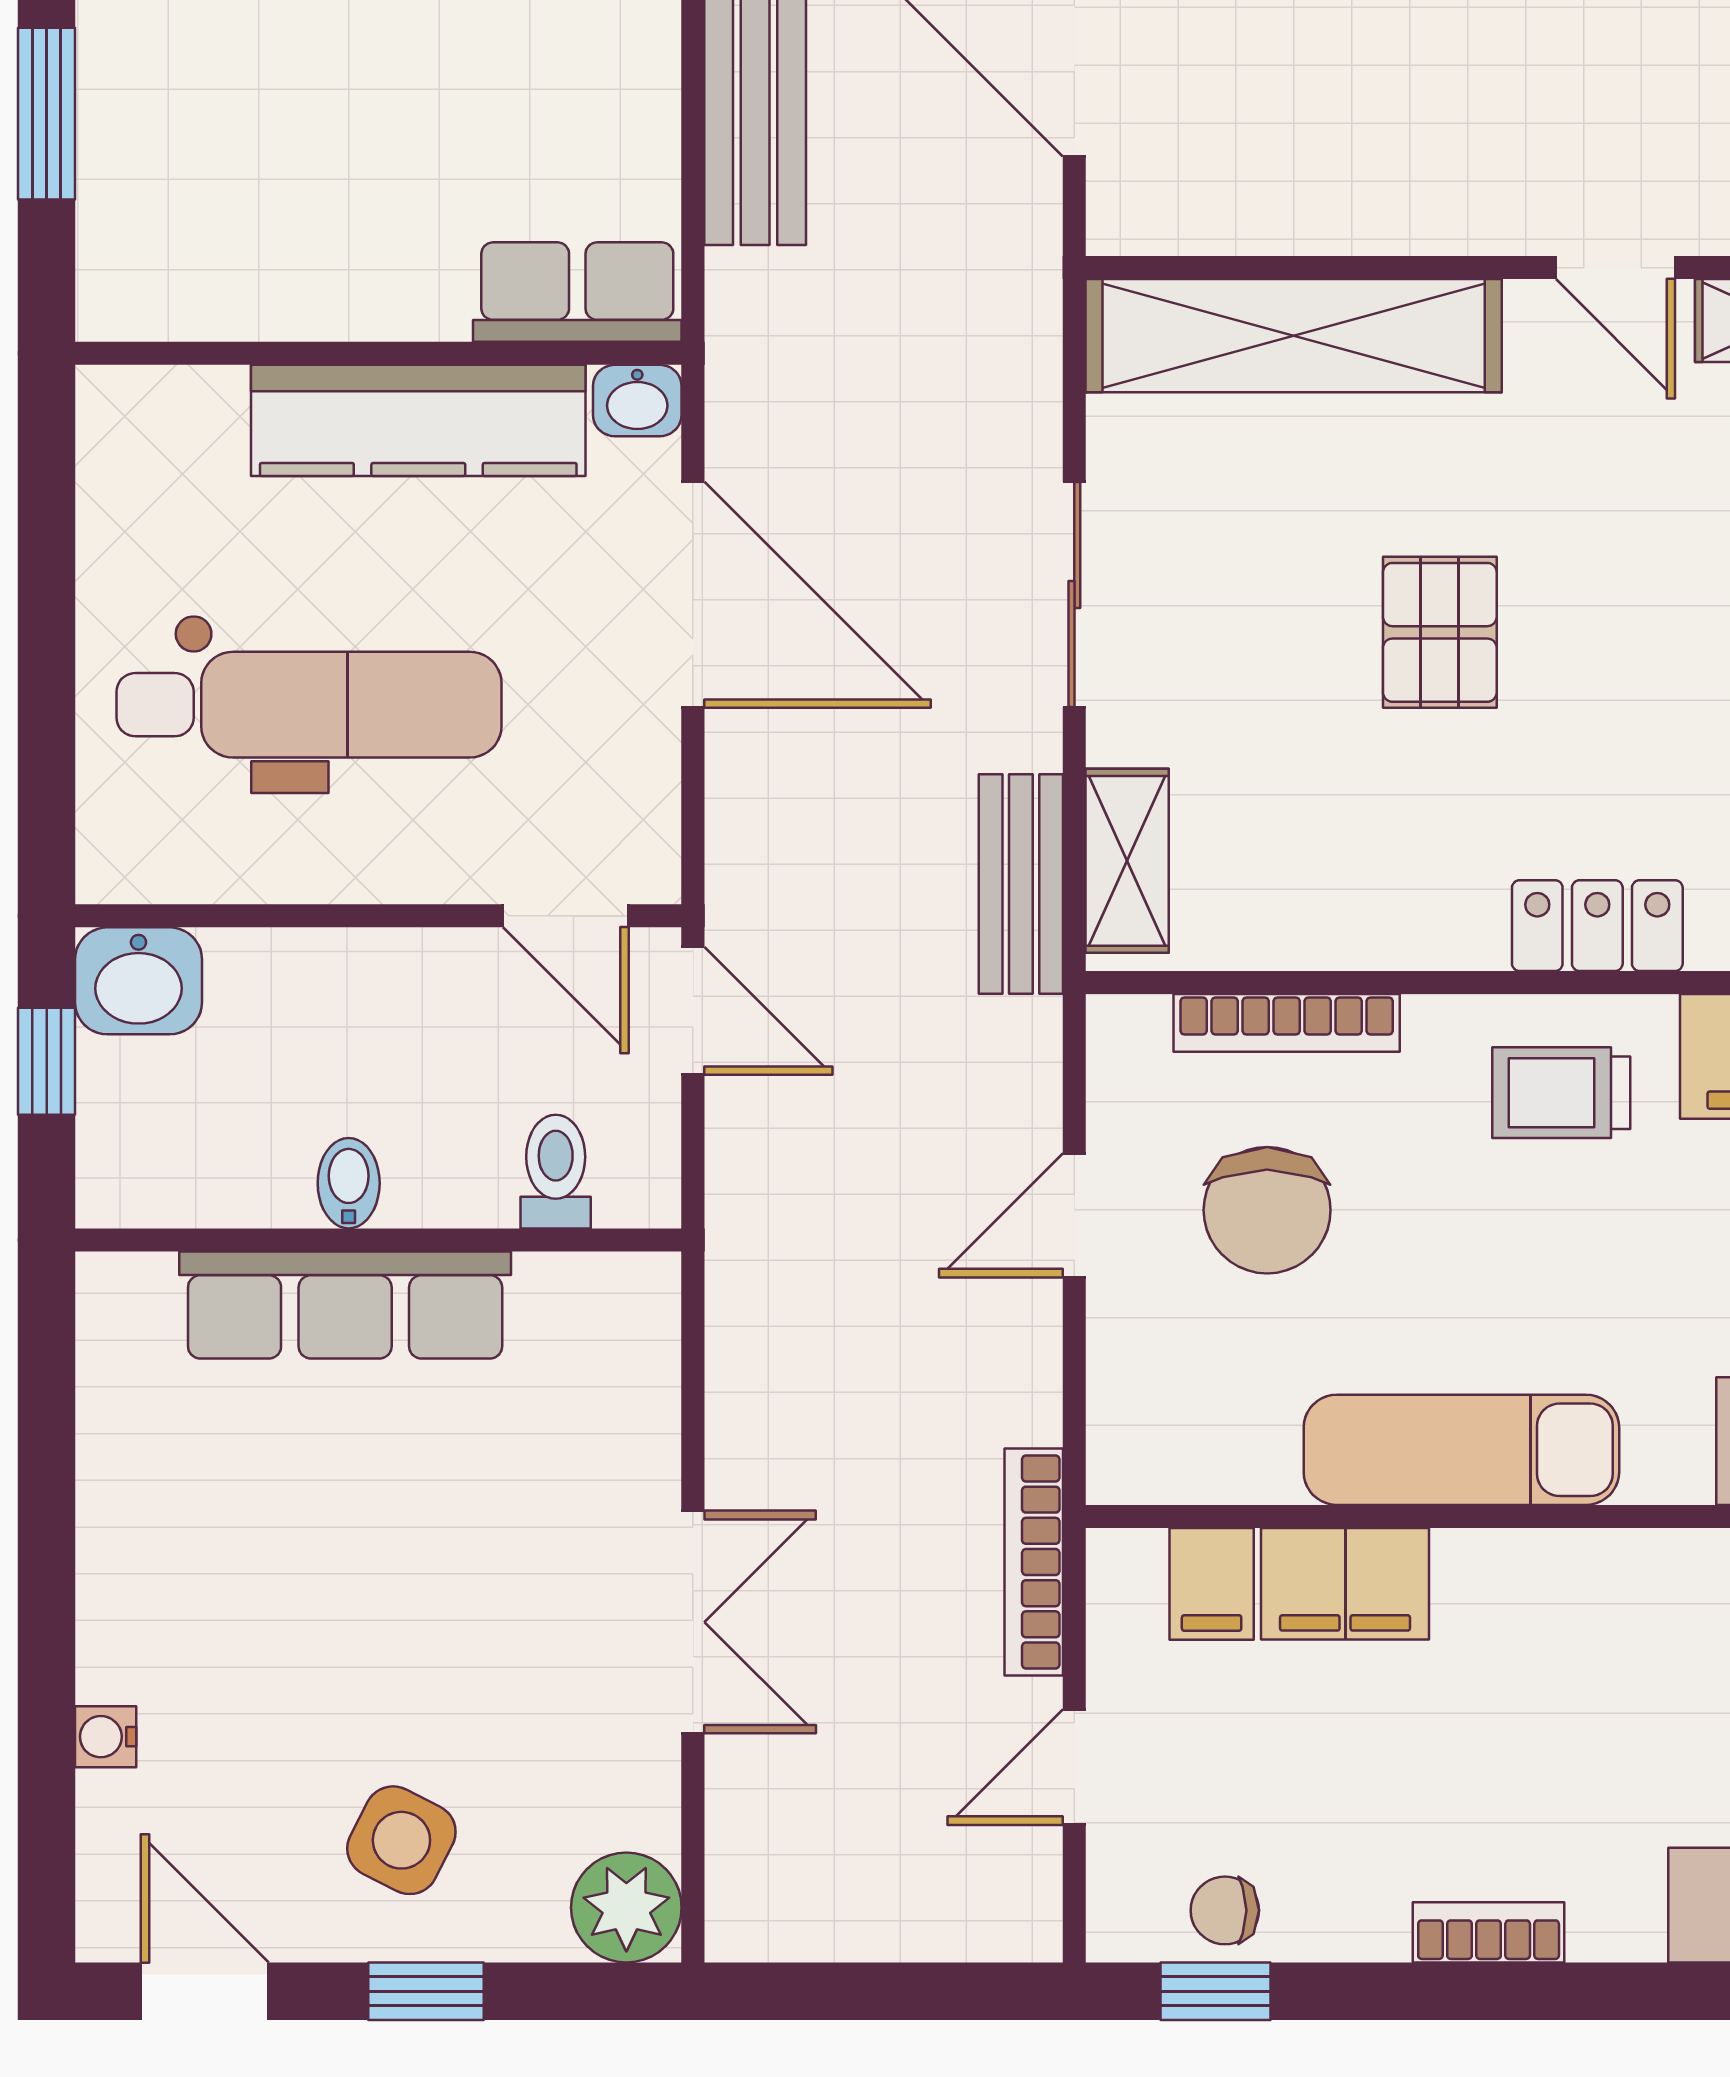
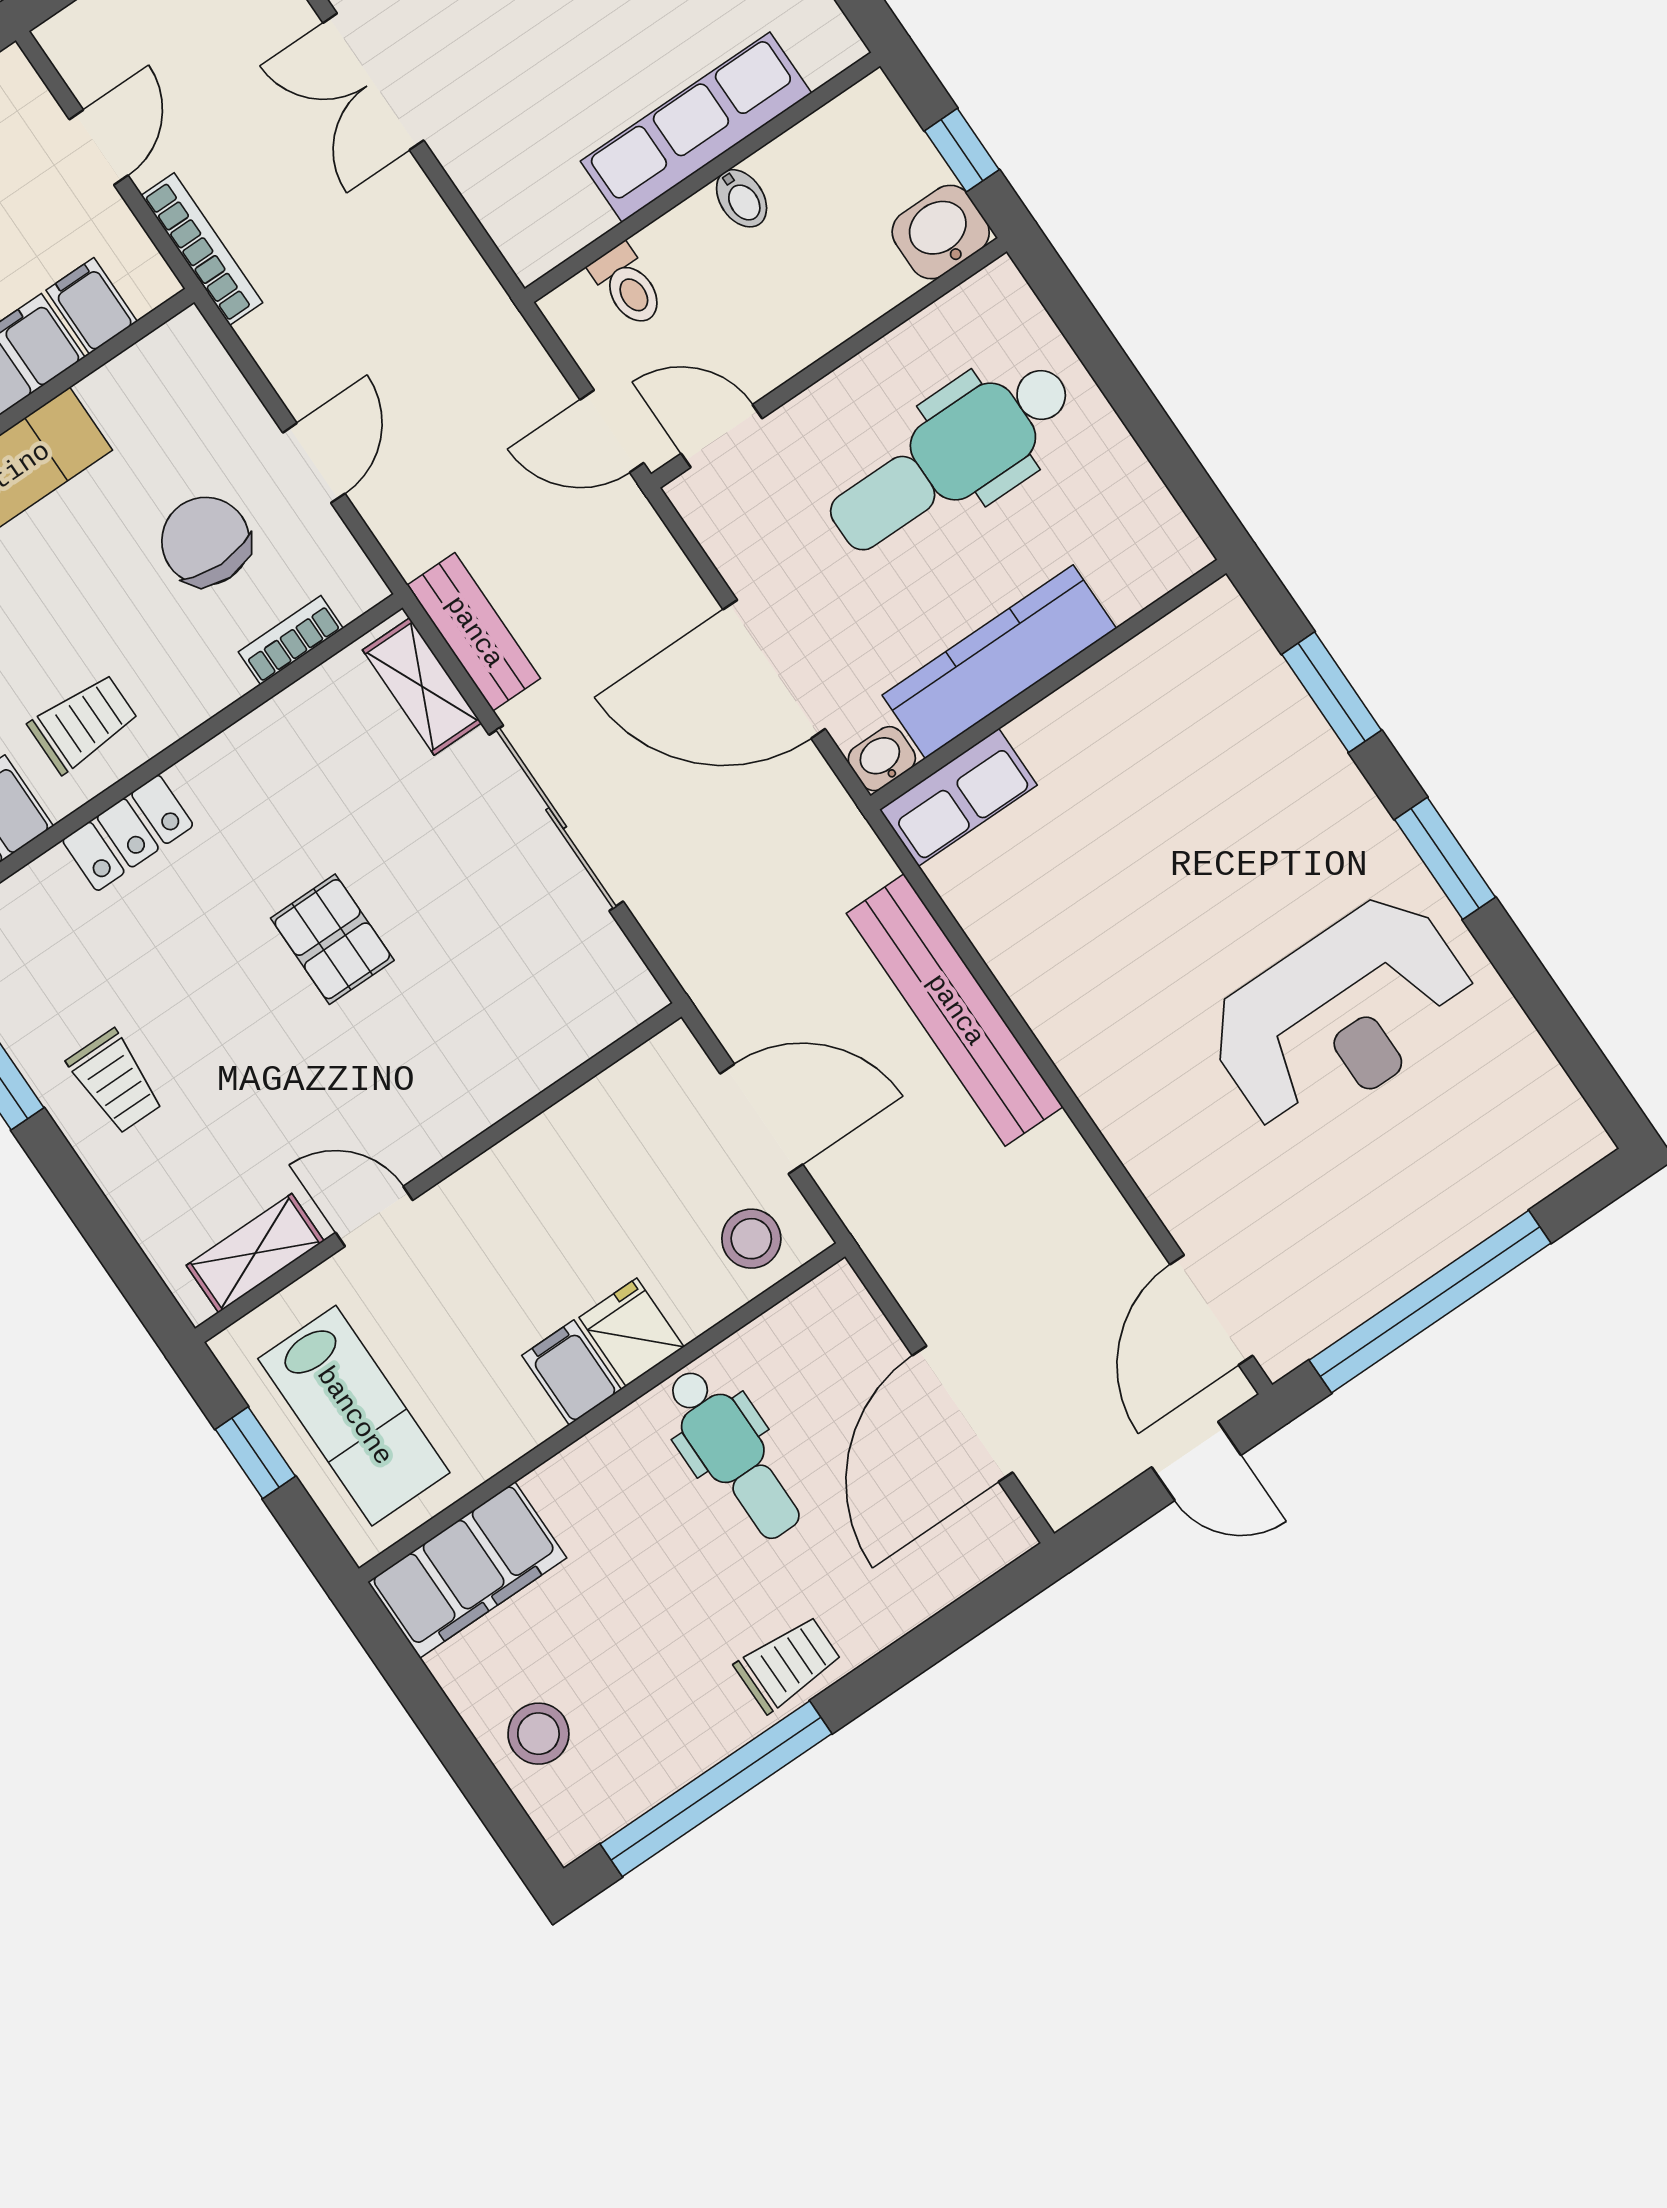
shelving: (1294, 336) -> (532, 1052), removed
sliding door: (1074, 595) -> (556, 818), width x1.37
bookcase: (1287, 1023) -> (291, 640), width x0.64

